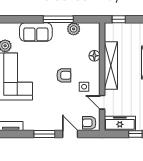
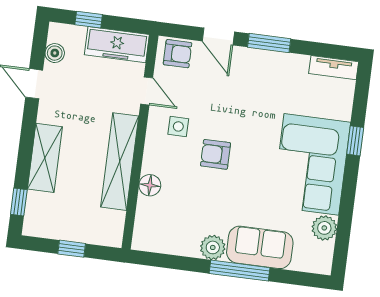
window: (58, 19) -> (239, 271), moved
window: (119, 19) -> (72, 249), moved
plant: (74, 29) -> (213, 247), moved

